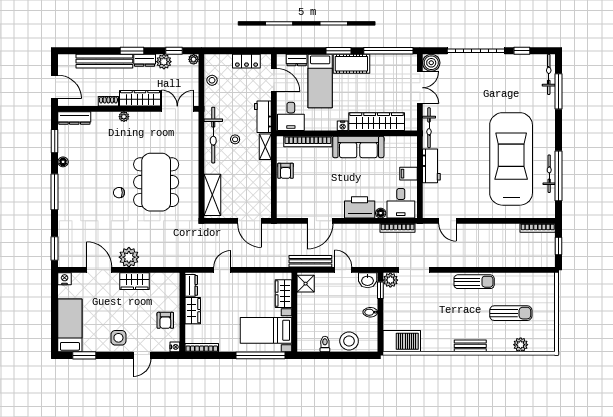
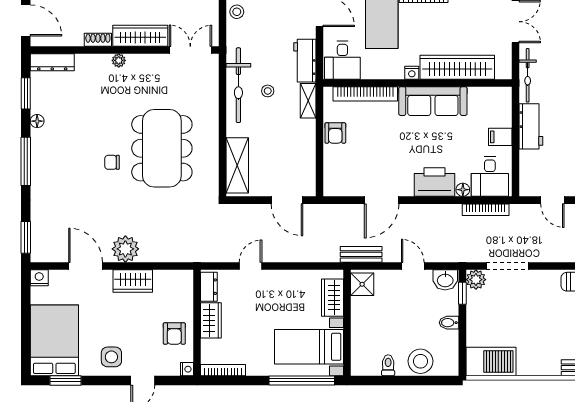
bench: (310, 261) -> (361, 254), width x0.73
bed: (70, 325) -> (54, 340), width x1.50

